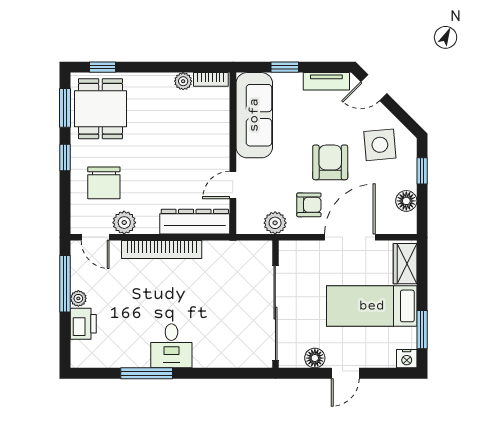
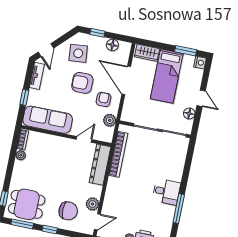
door: (233, 185) -> (84, 139), swing flipped
bookcase: (162, 250) -> (118, 154), moved

